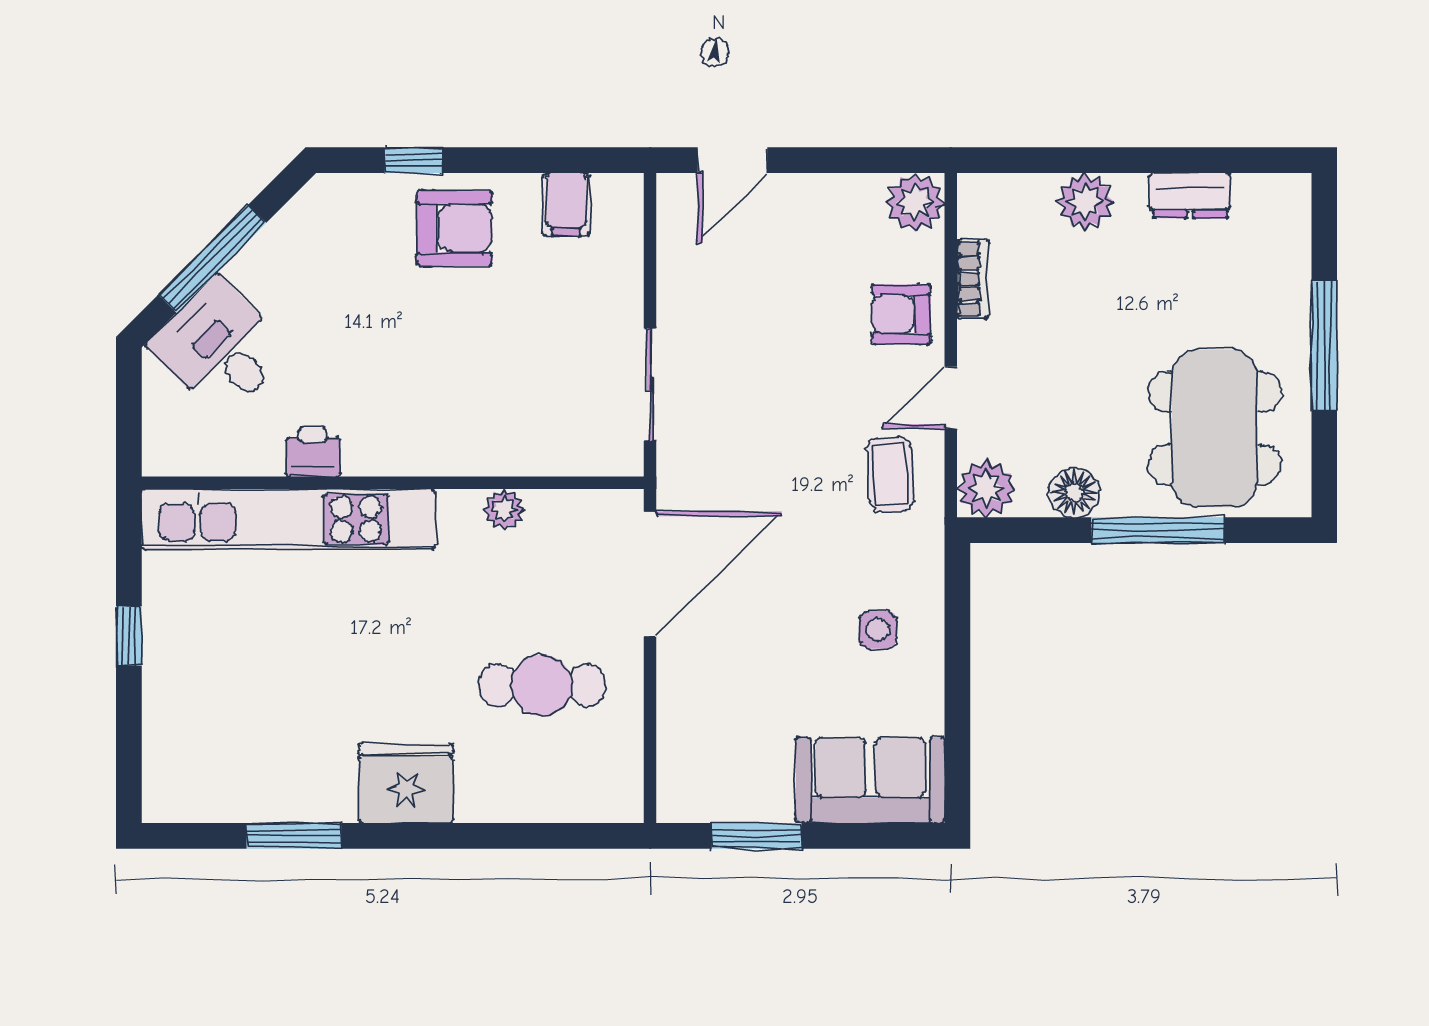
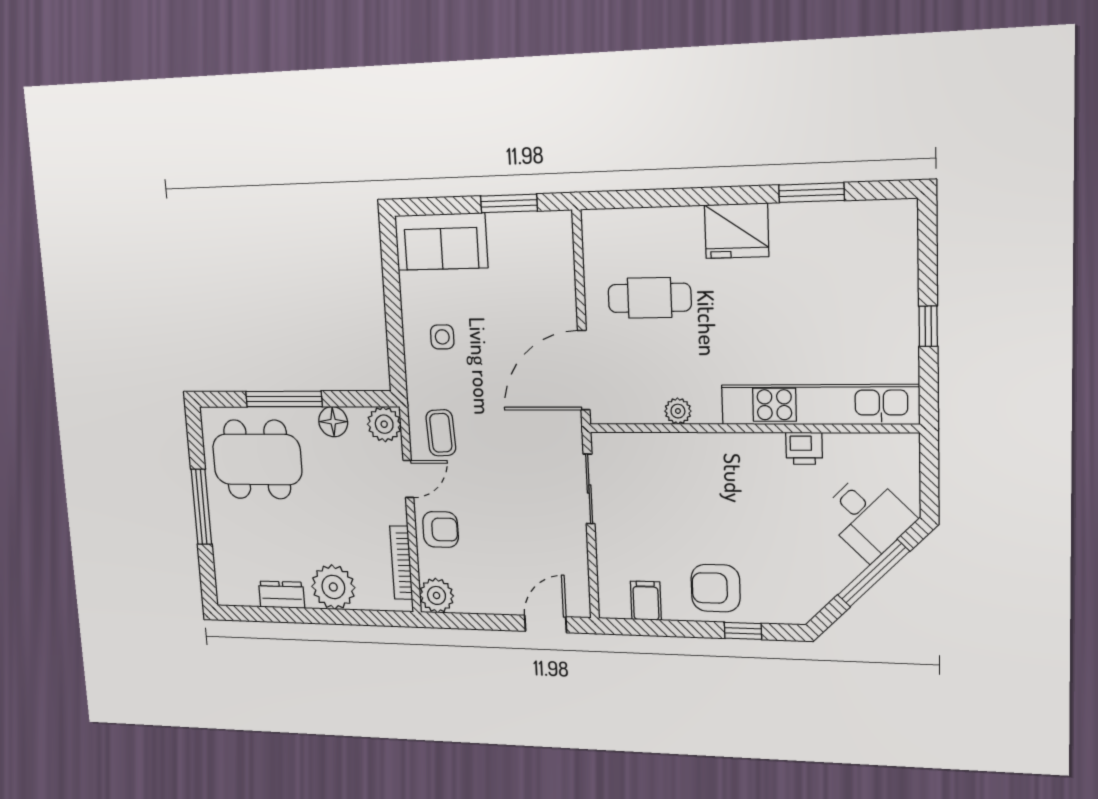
plant: (1085, 201) -> (333, 587), width x1.36, depth x1.36
bookcase: (973, 279) -> (401, 563), width x1.56
dining table: (1215, 428) -> (257, 459), turned 90

